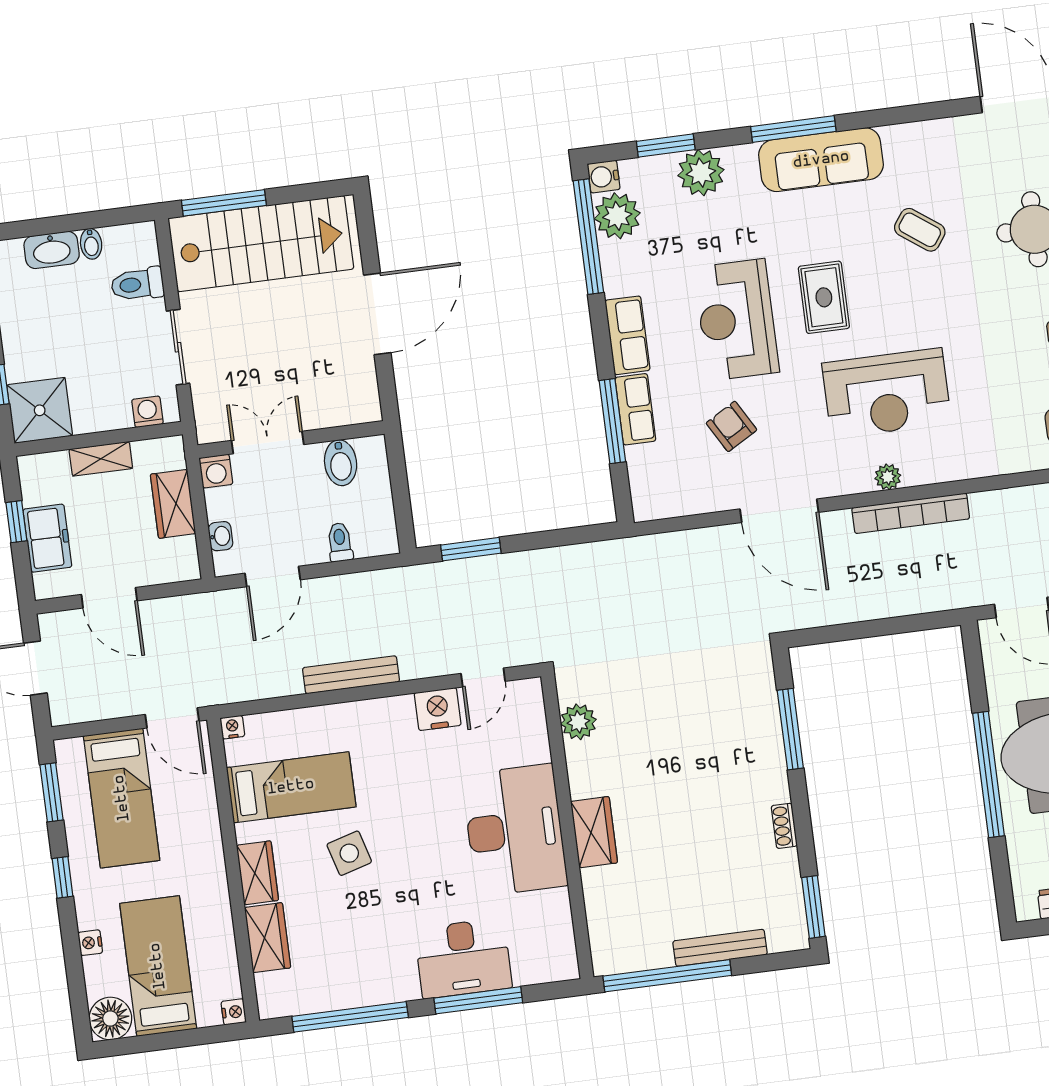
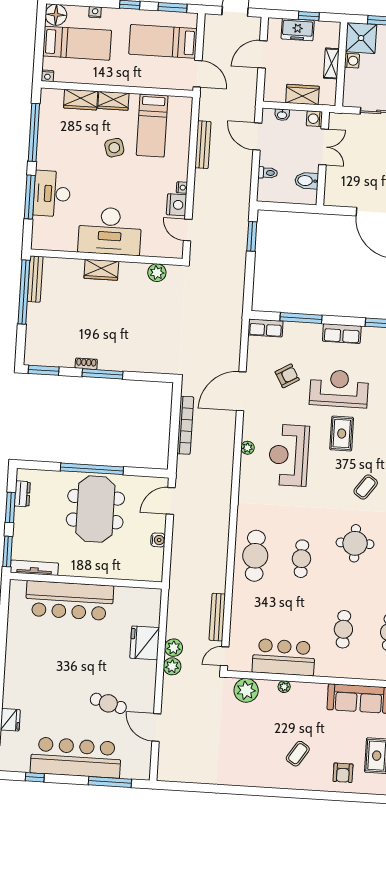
rug: (824, 297) -> (342, 434), turned 90
row of seats: (635, 409) -> (266, 328), moved
washing machine: (147, 412) -> (352, 61), moved
bookcase: (911, 513) -> (185, 425), moved, turned 180
bench: (351, 675) -> (203, 145), moved
door: (172, 718) -> (198, 74), swing flipped
nightstand: (232, 727) -> (182, 188), moved
window: (790, 729) -> (102, 374), moved
bench: (720, 948) -> (35, 279), moved

